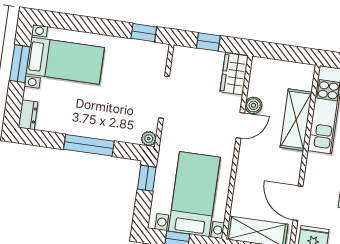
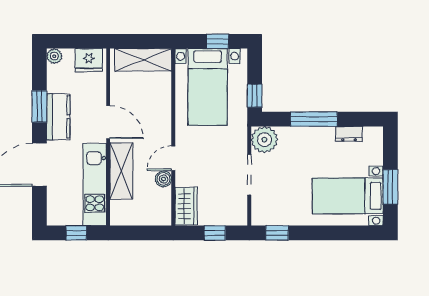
dresser: (28, 115) -> (349, 134), moved, turned -90
plant: (149, 139) -> (264, 140), width x1.87, depth x1.87
door: (298, 203) -> (108, 122), moved

